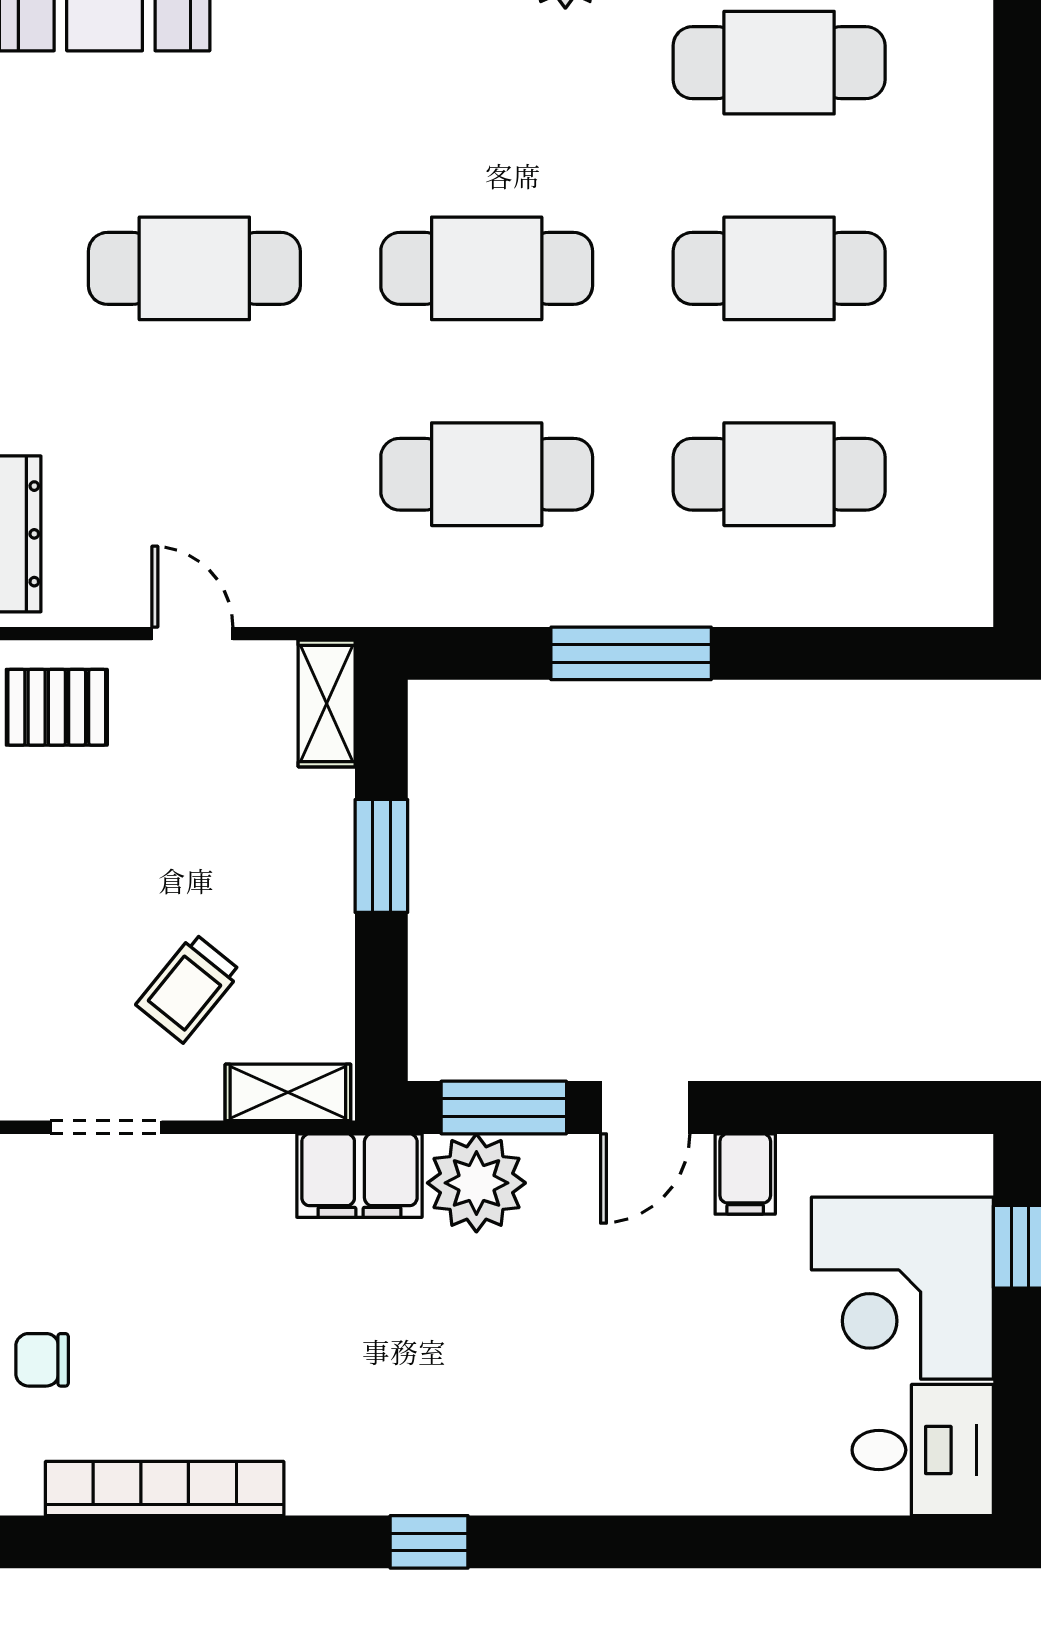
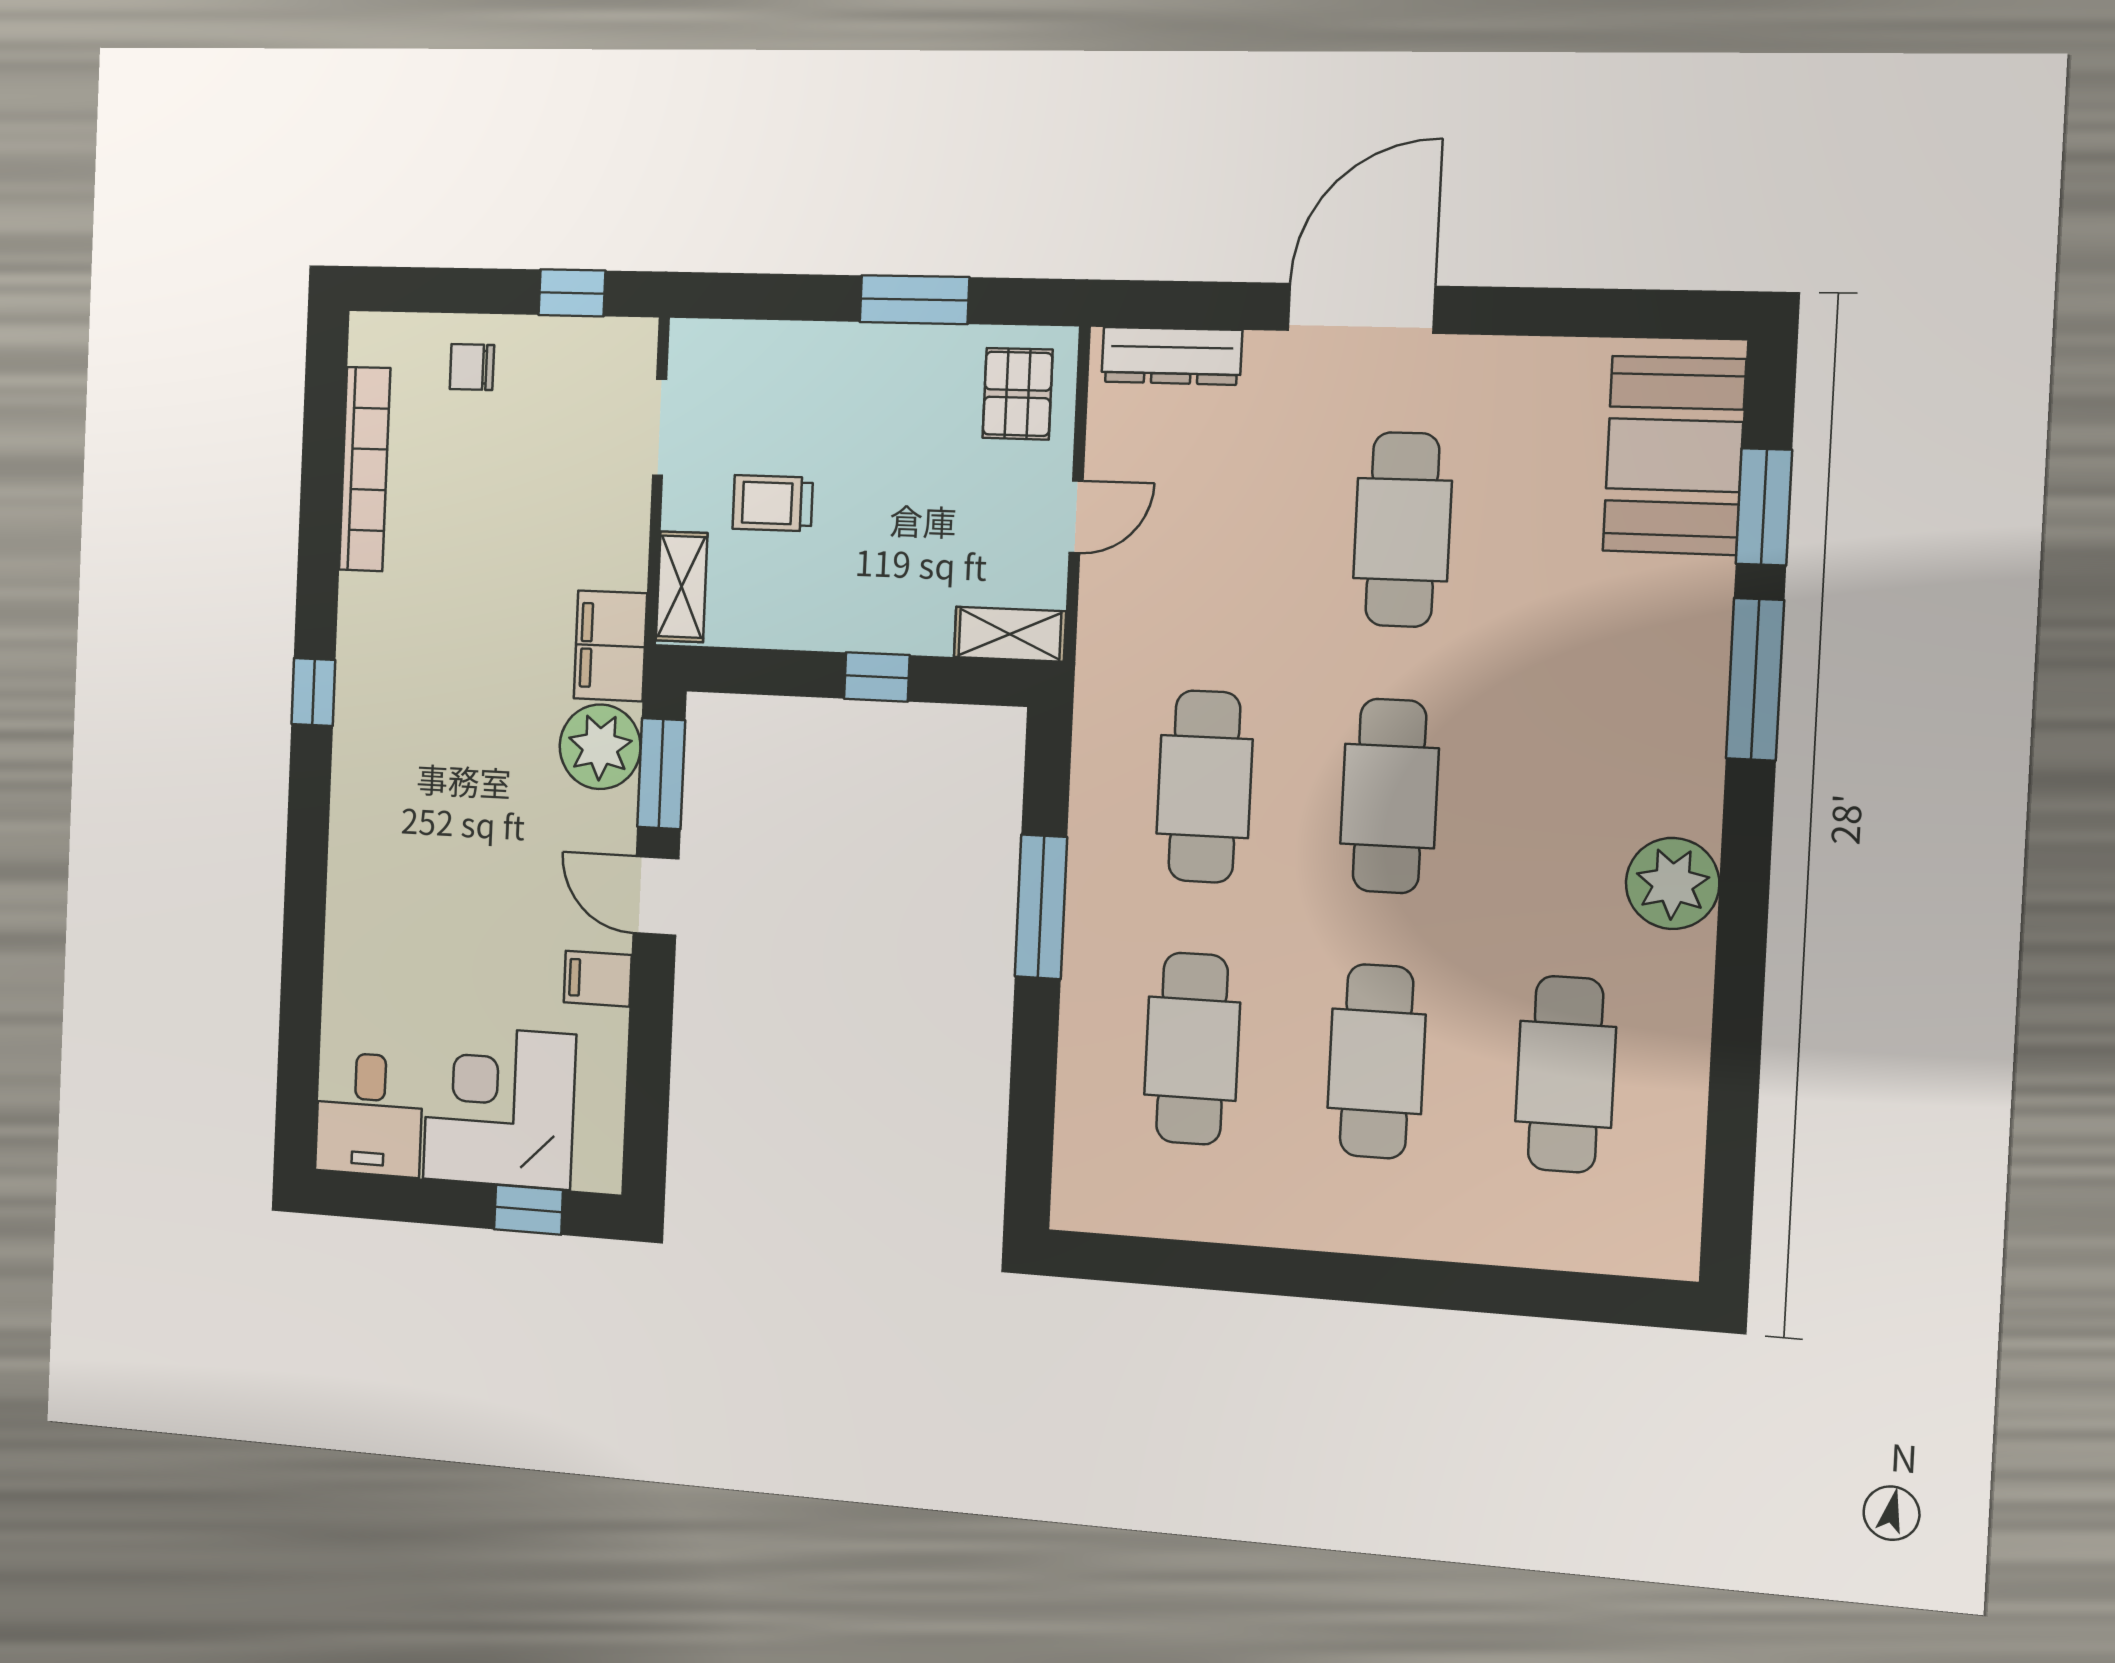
window: (381, 856) -> (877, 677), width x0.67
trolley: (189, 988) -> (773, 503), turned -39
chair: (42, 1360) -> (472, 367), turned -90

